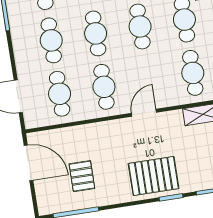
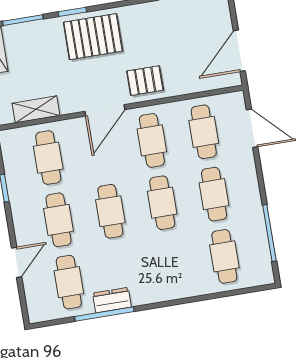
door: (144, 113) -> (105, 110), width x1.38
door: (29, 163) -> (239, 51), hinge flipped
pallet: (82, 176) -> (145, 81), moved, turned 90

